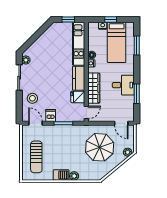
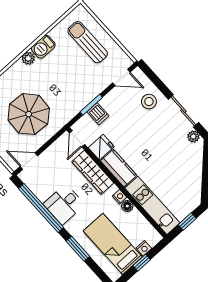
window: (137, 45) -> (78, 249), moved
window: (137, 94) -> (41, 208), width x2.11
dishwasher: (51, 116) -> (98, 114), moved

